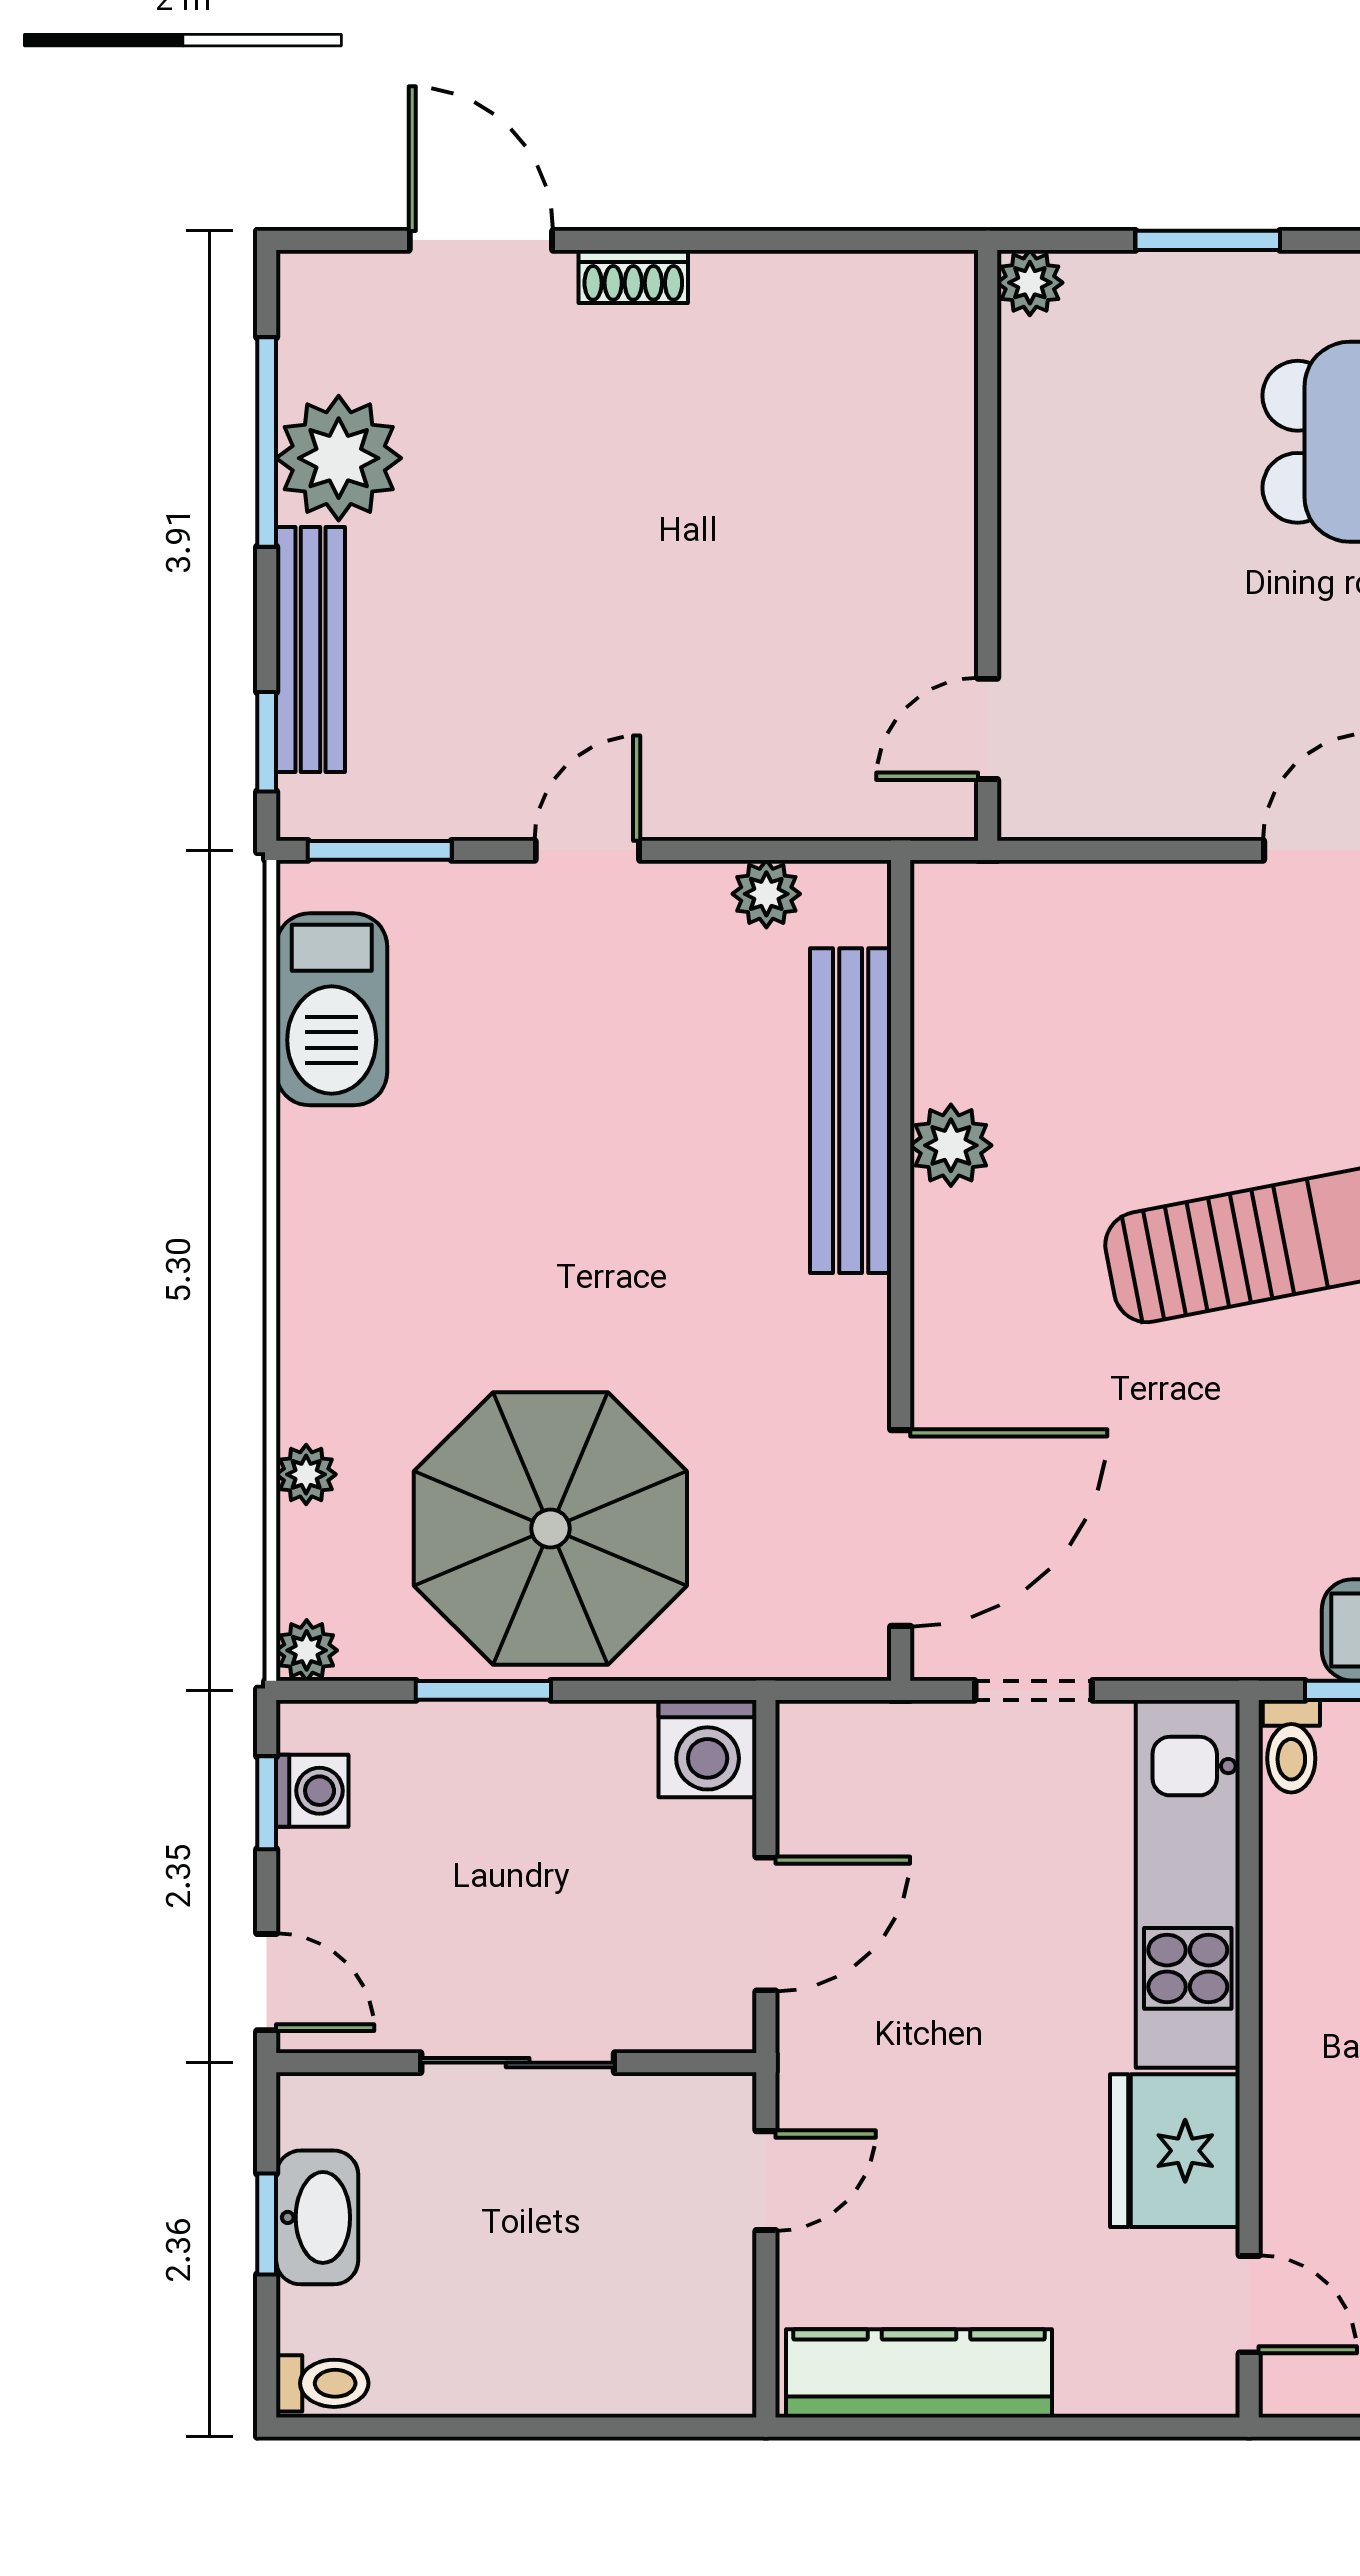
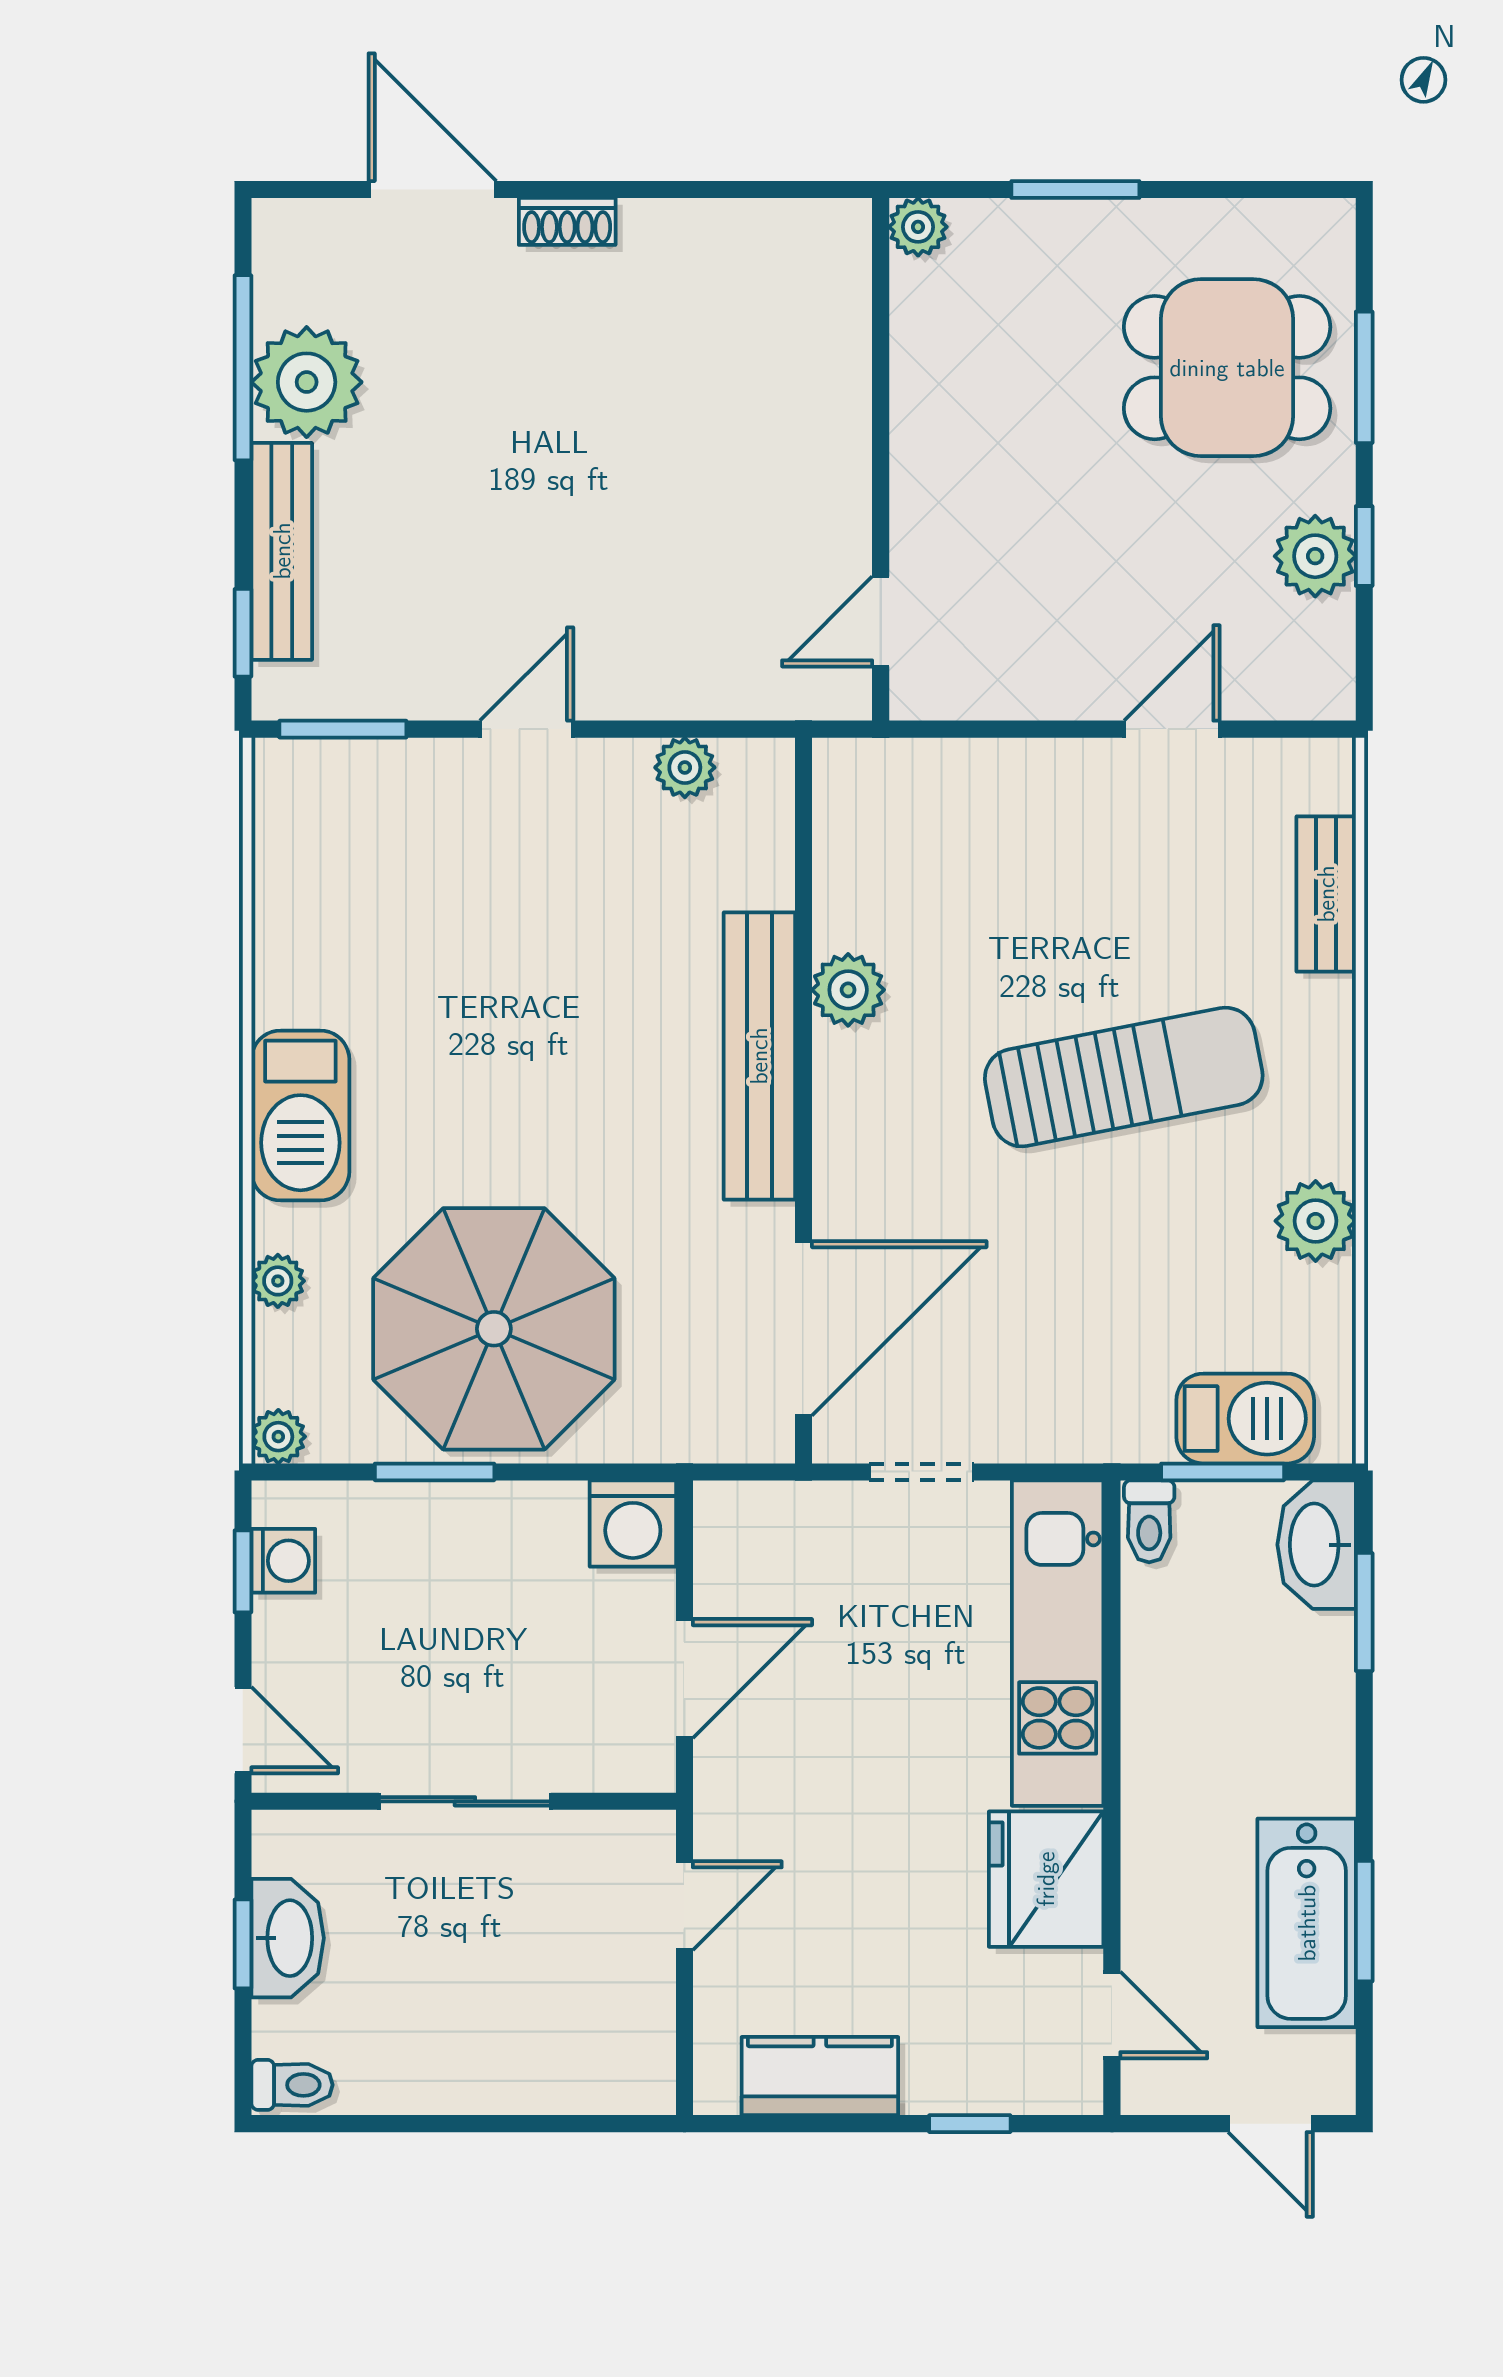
barbecue: (332, 1009) -> (300, 1116), moved
bench: (851, 1111) -> (759, 1056), moved
kitchen counter: (919, 2373) -> (820, 2076), width x0.67
window: (1089, 2427) -> (970, 2124), added

